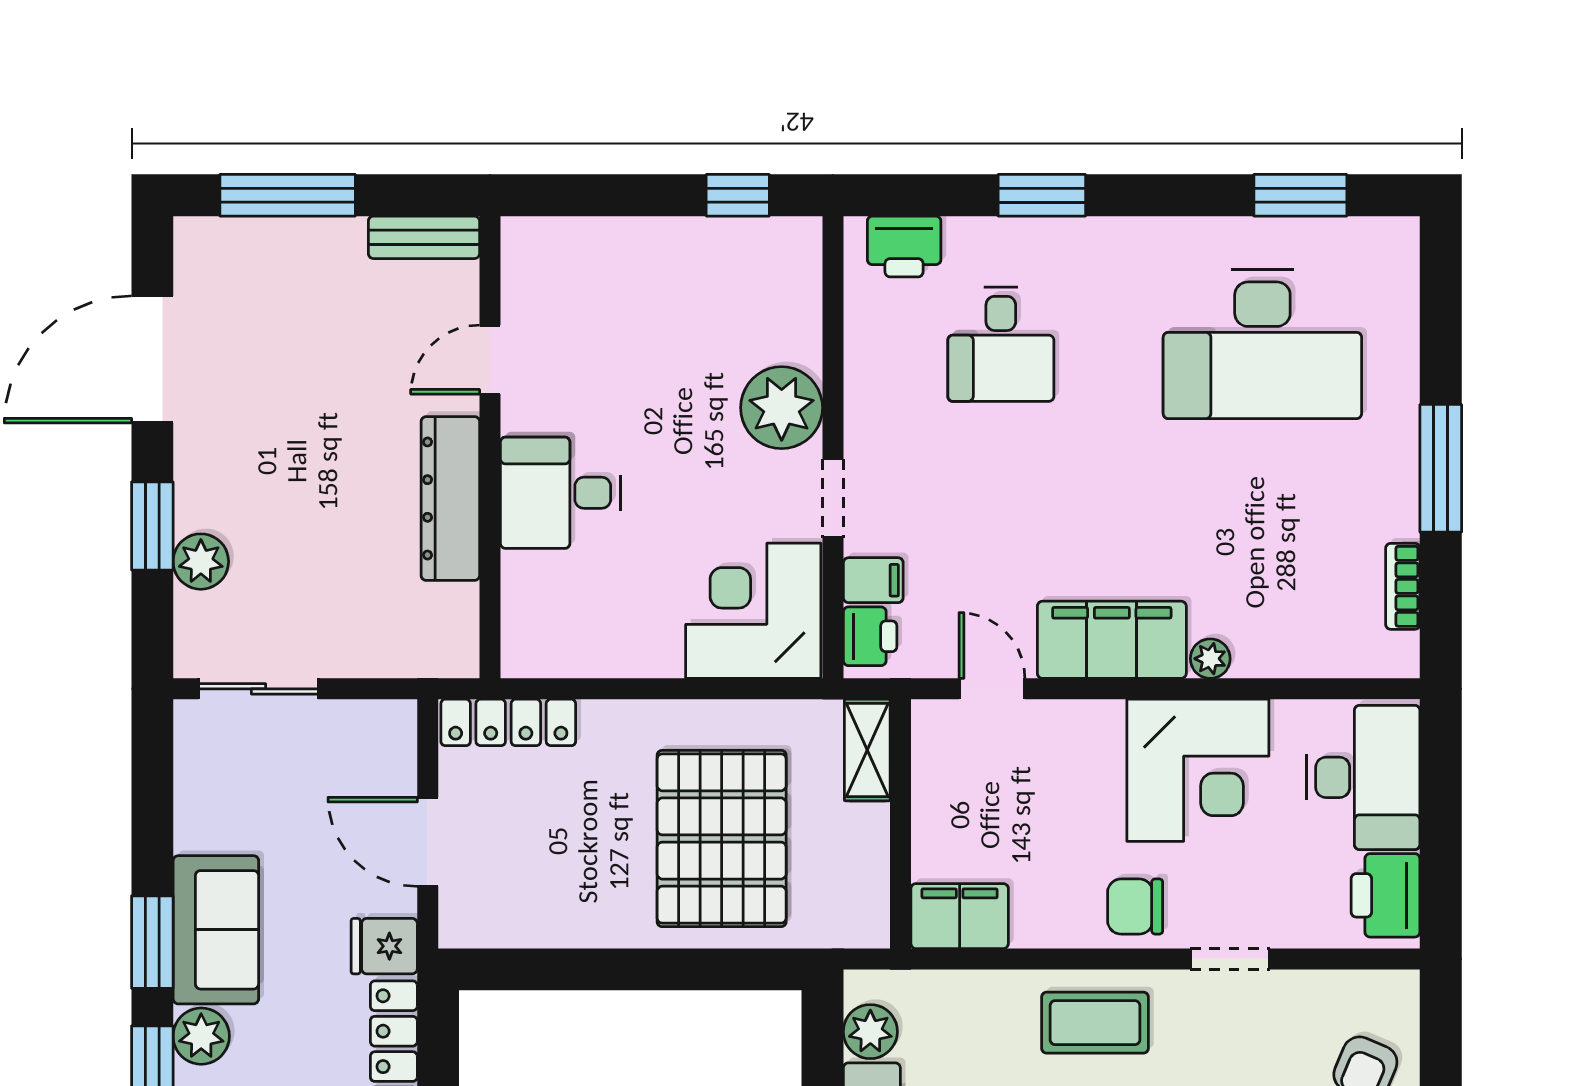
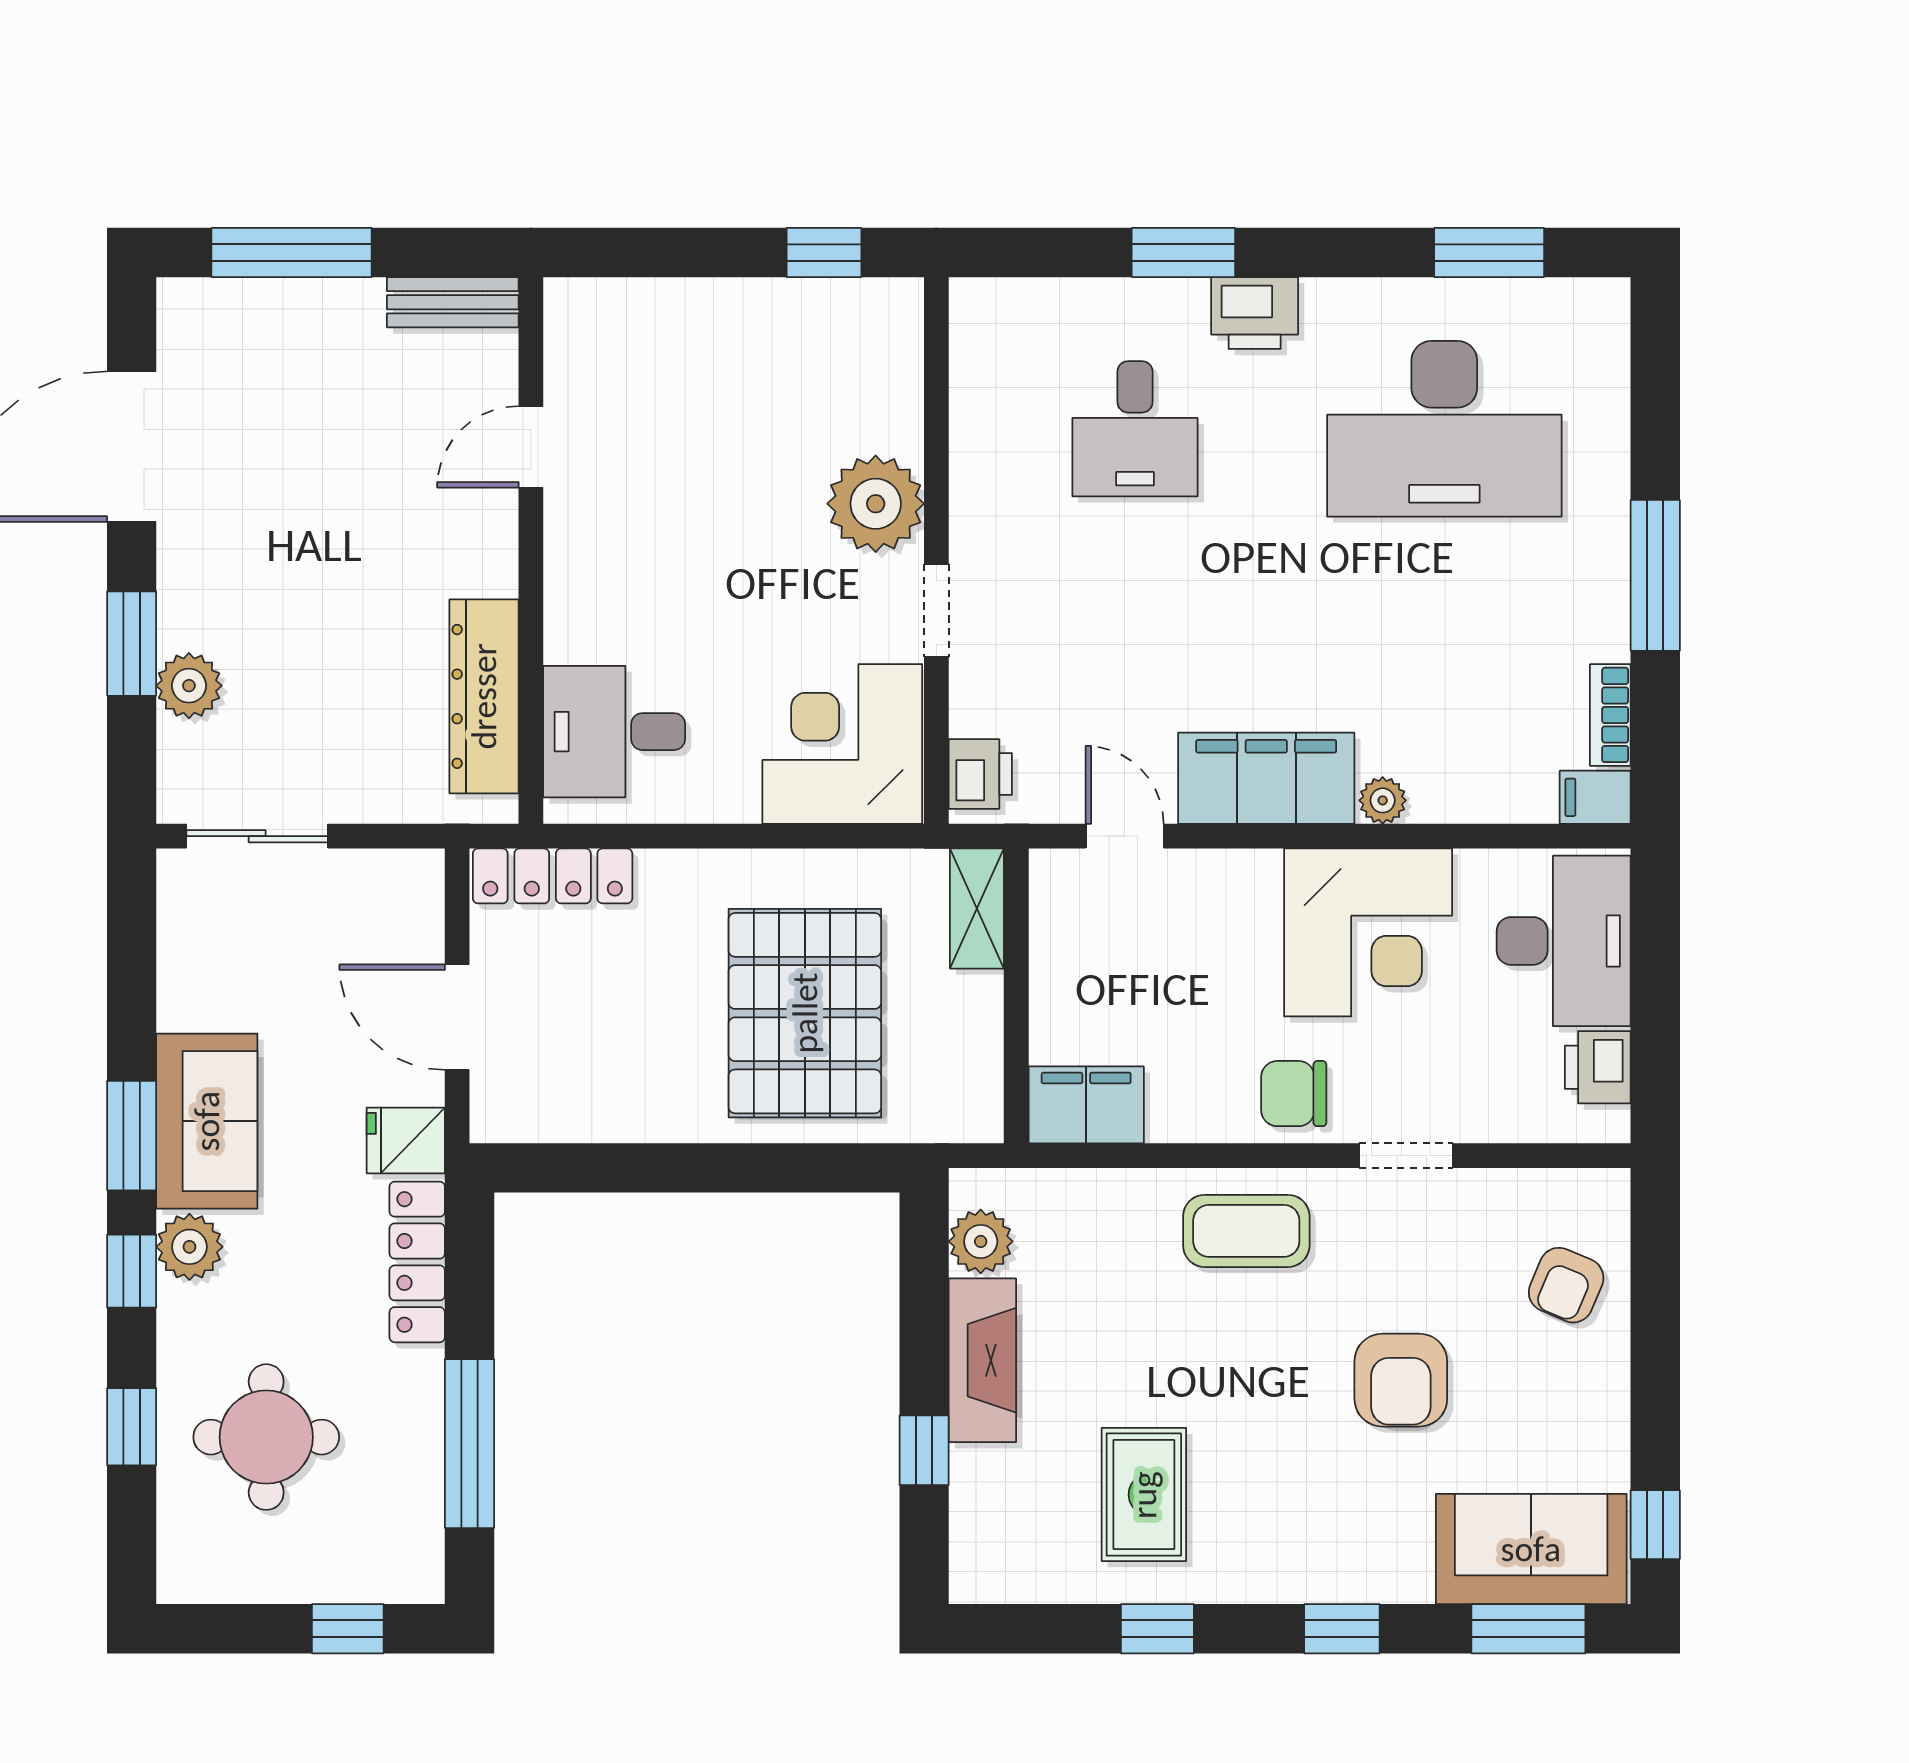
printer: (904, 246) -> (1255, 313), moved
desk: (560, 493) -> (614, 732), moved
dresser: (450, 498) -> (484, 696), moved
filing cabinet: (873, 580) -> (1595, 797), moved, turned 180
printer: (1386, 895) -> (1598, 1067), width x0.73, depth x0.81

